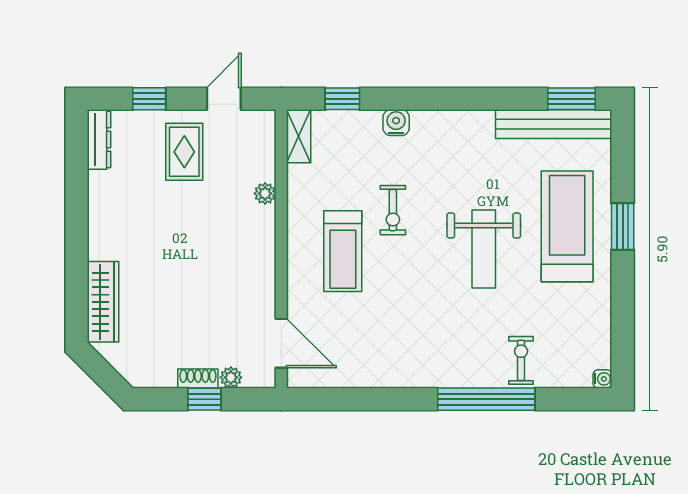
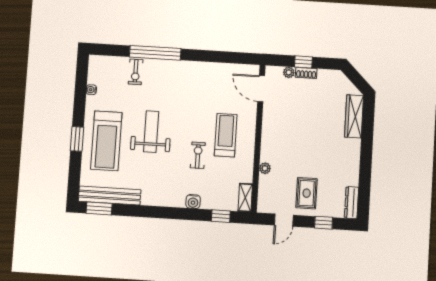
water cooler: (602, 379) -> (91, 90), moved

